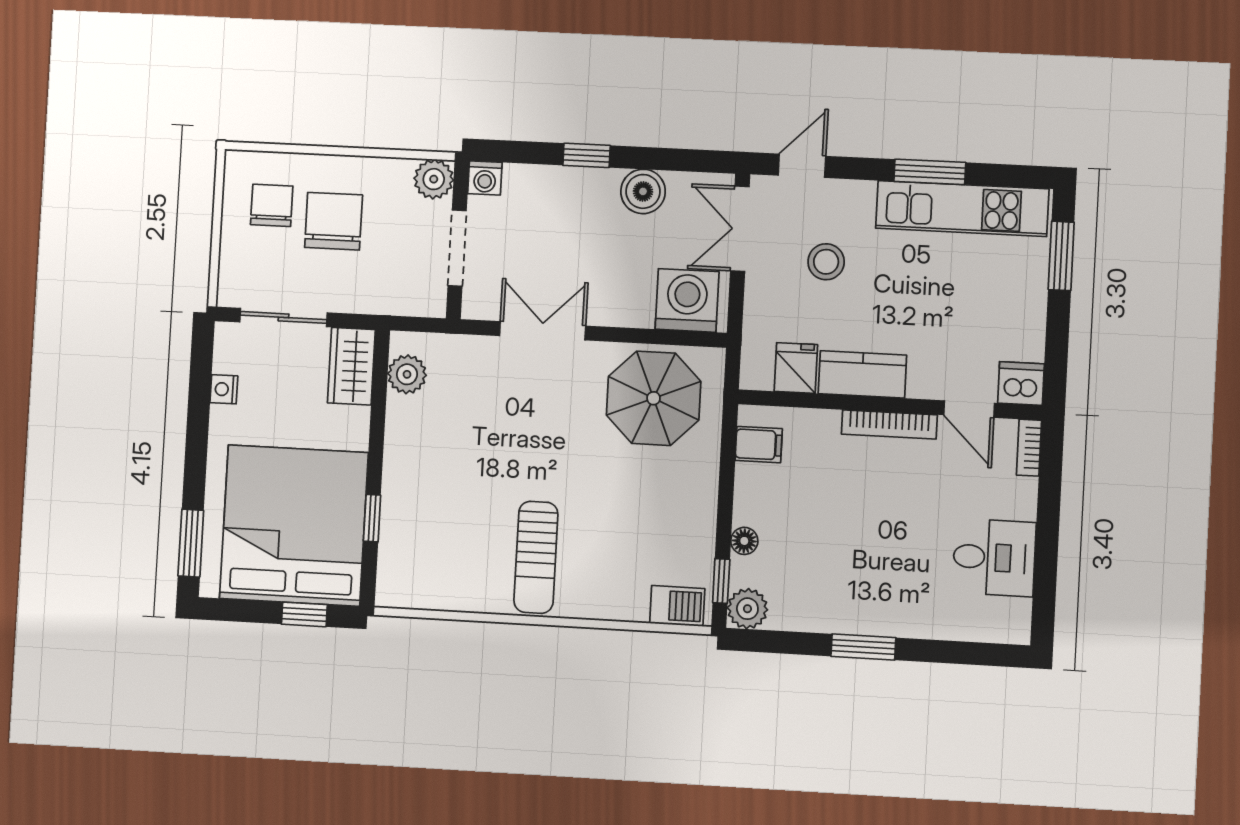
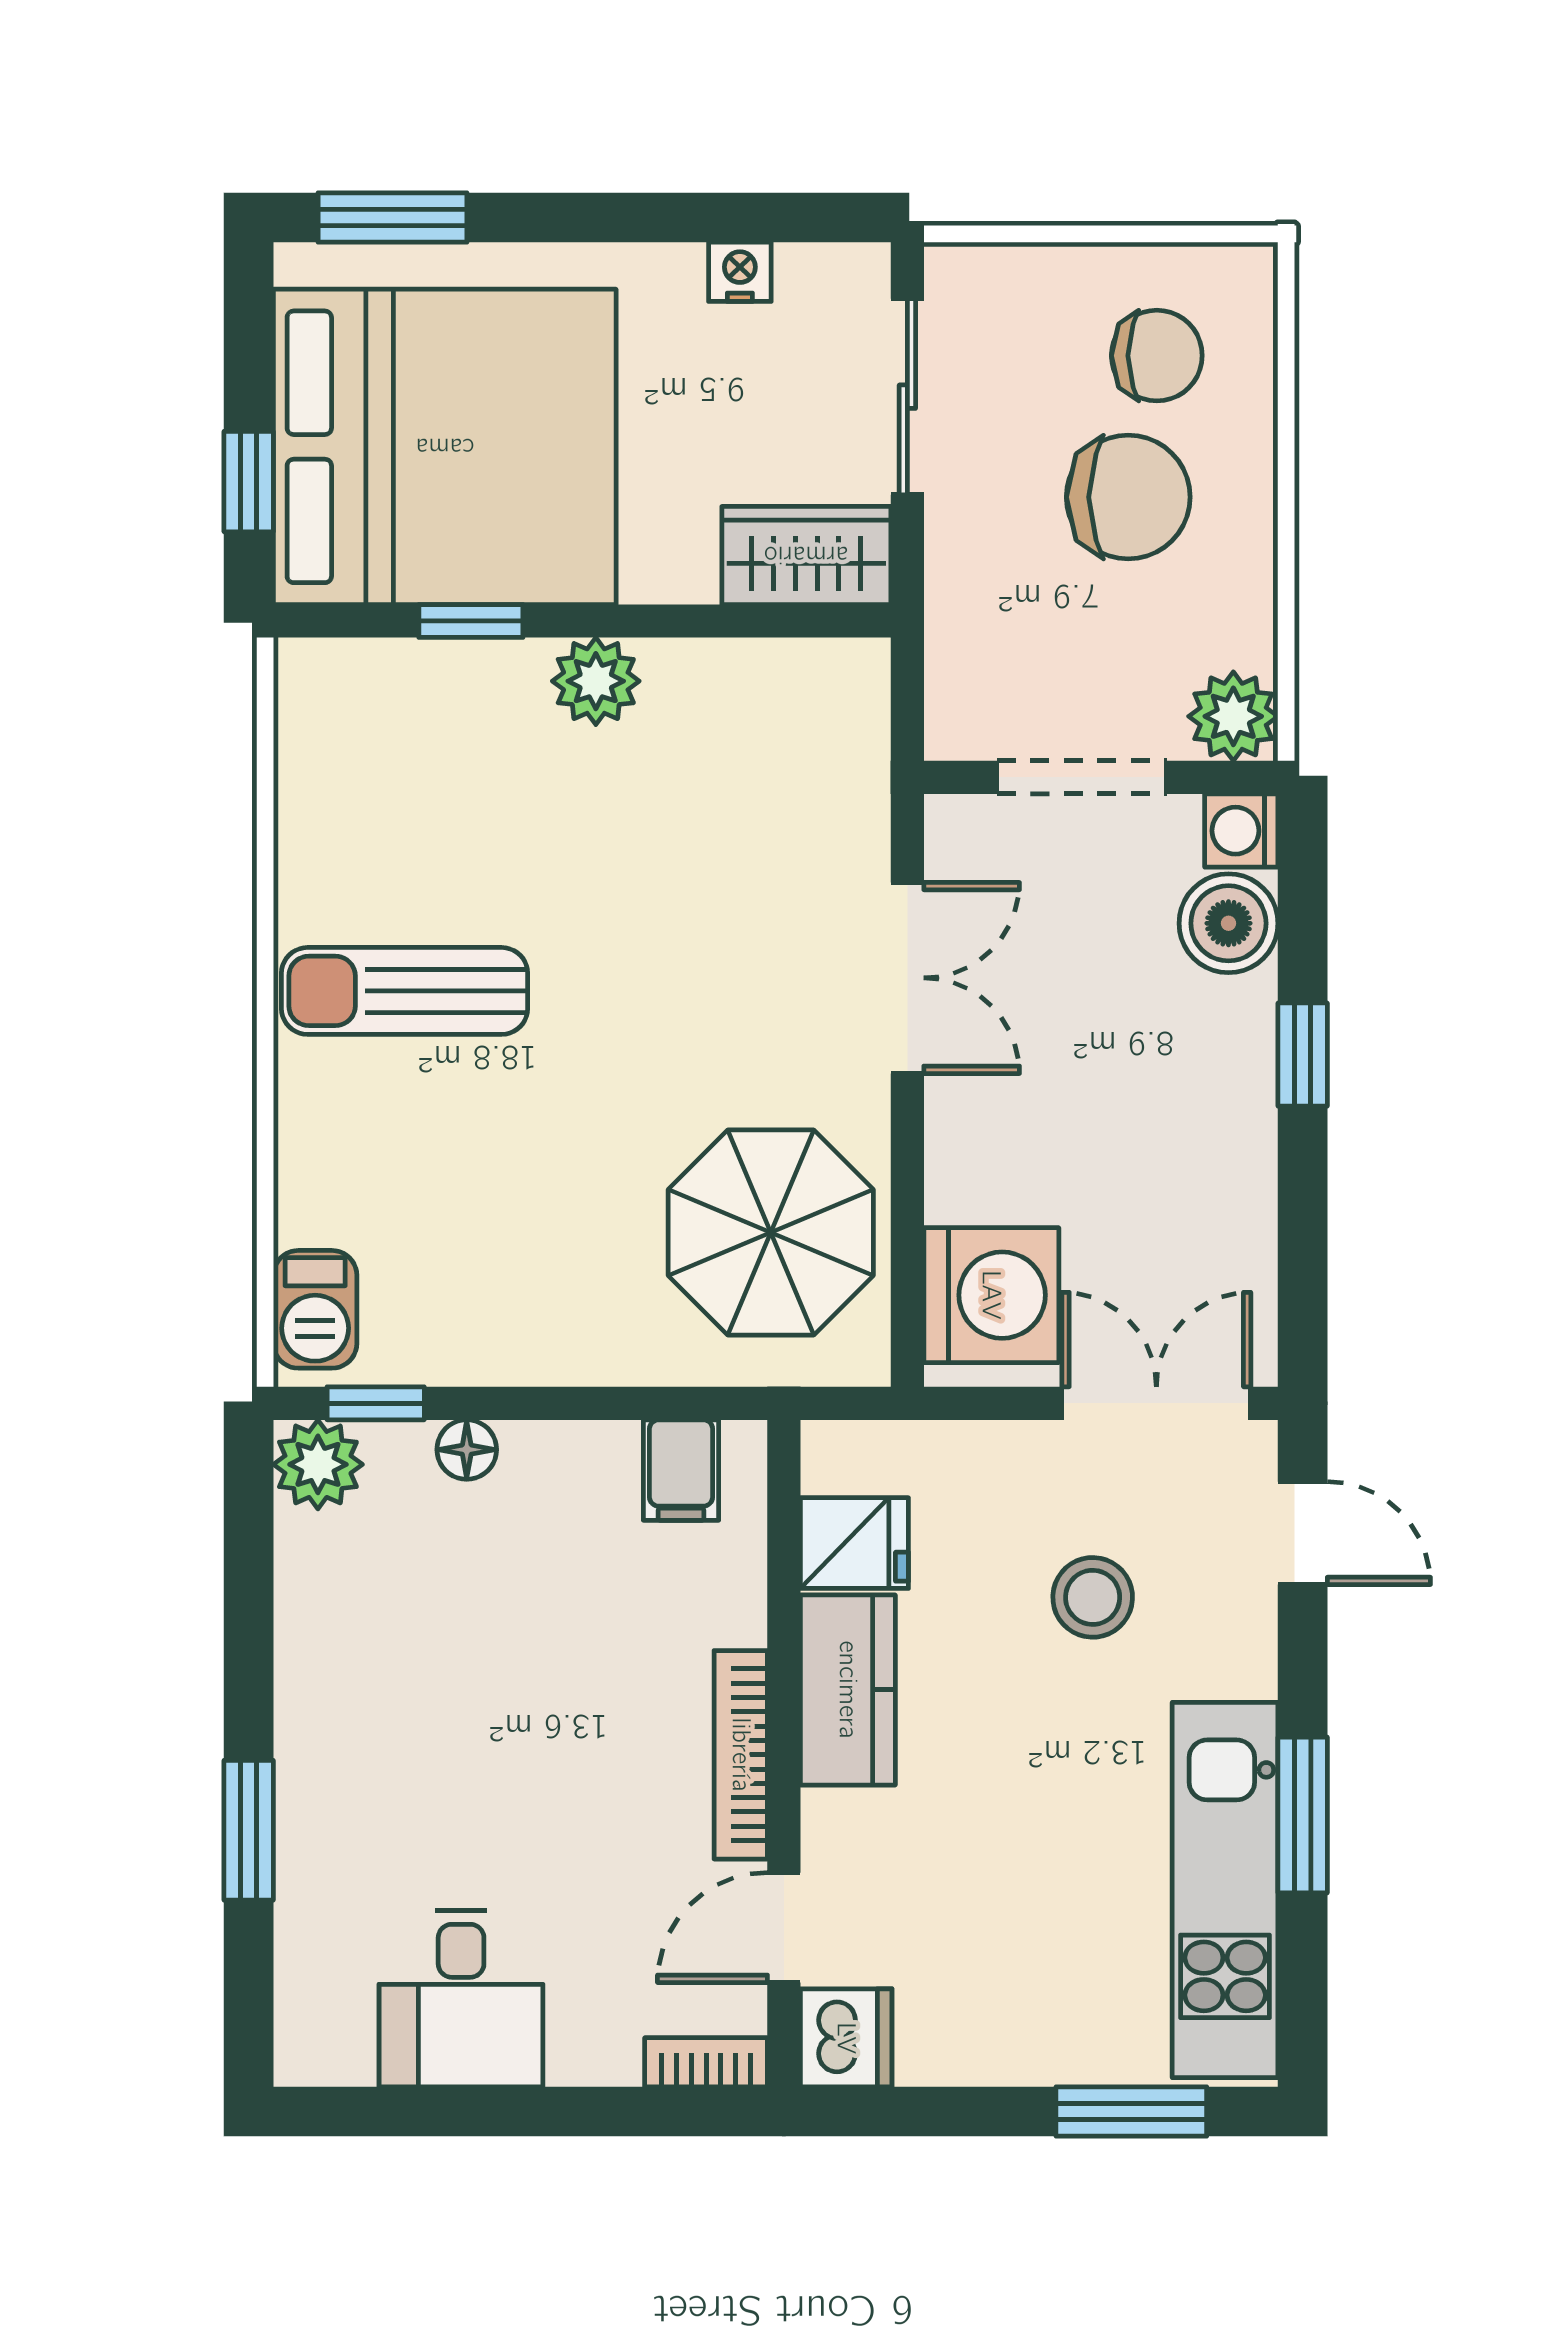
boiler: (643, 191) -> (1228, 923), moved
plant: (407, 374) -> (596, 681), moved
window: (863, 647) -> (249, 1830), moved

